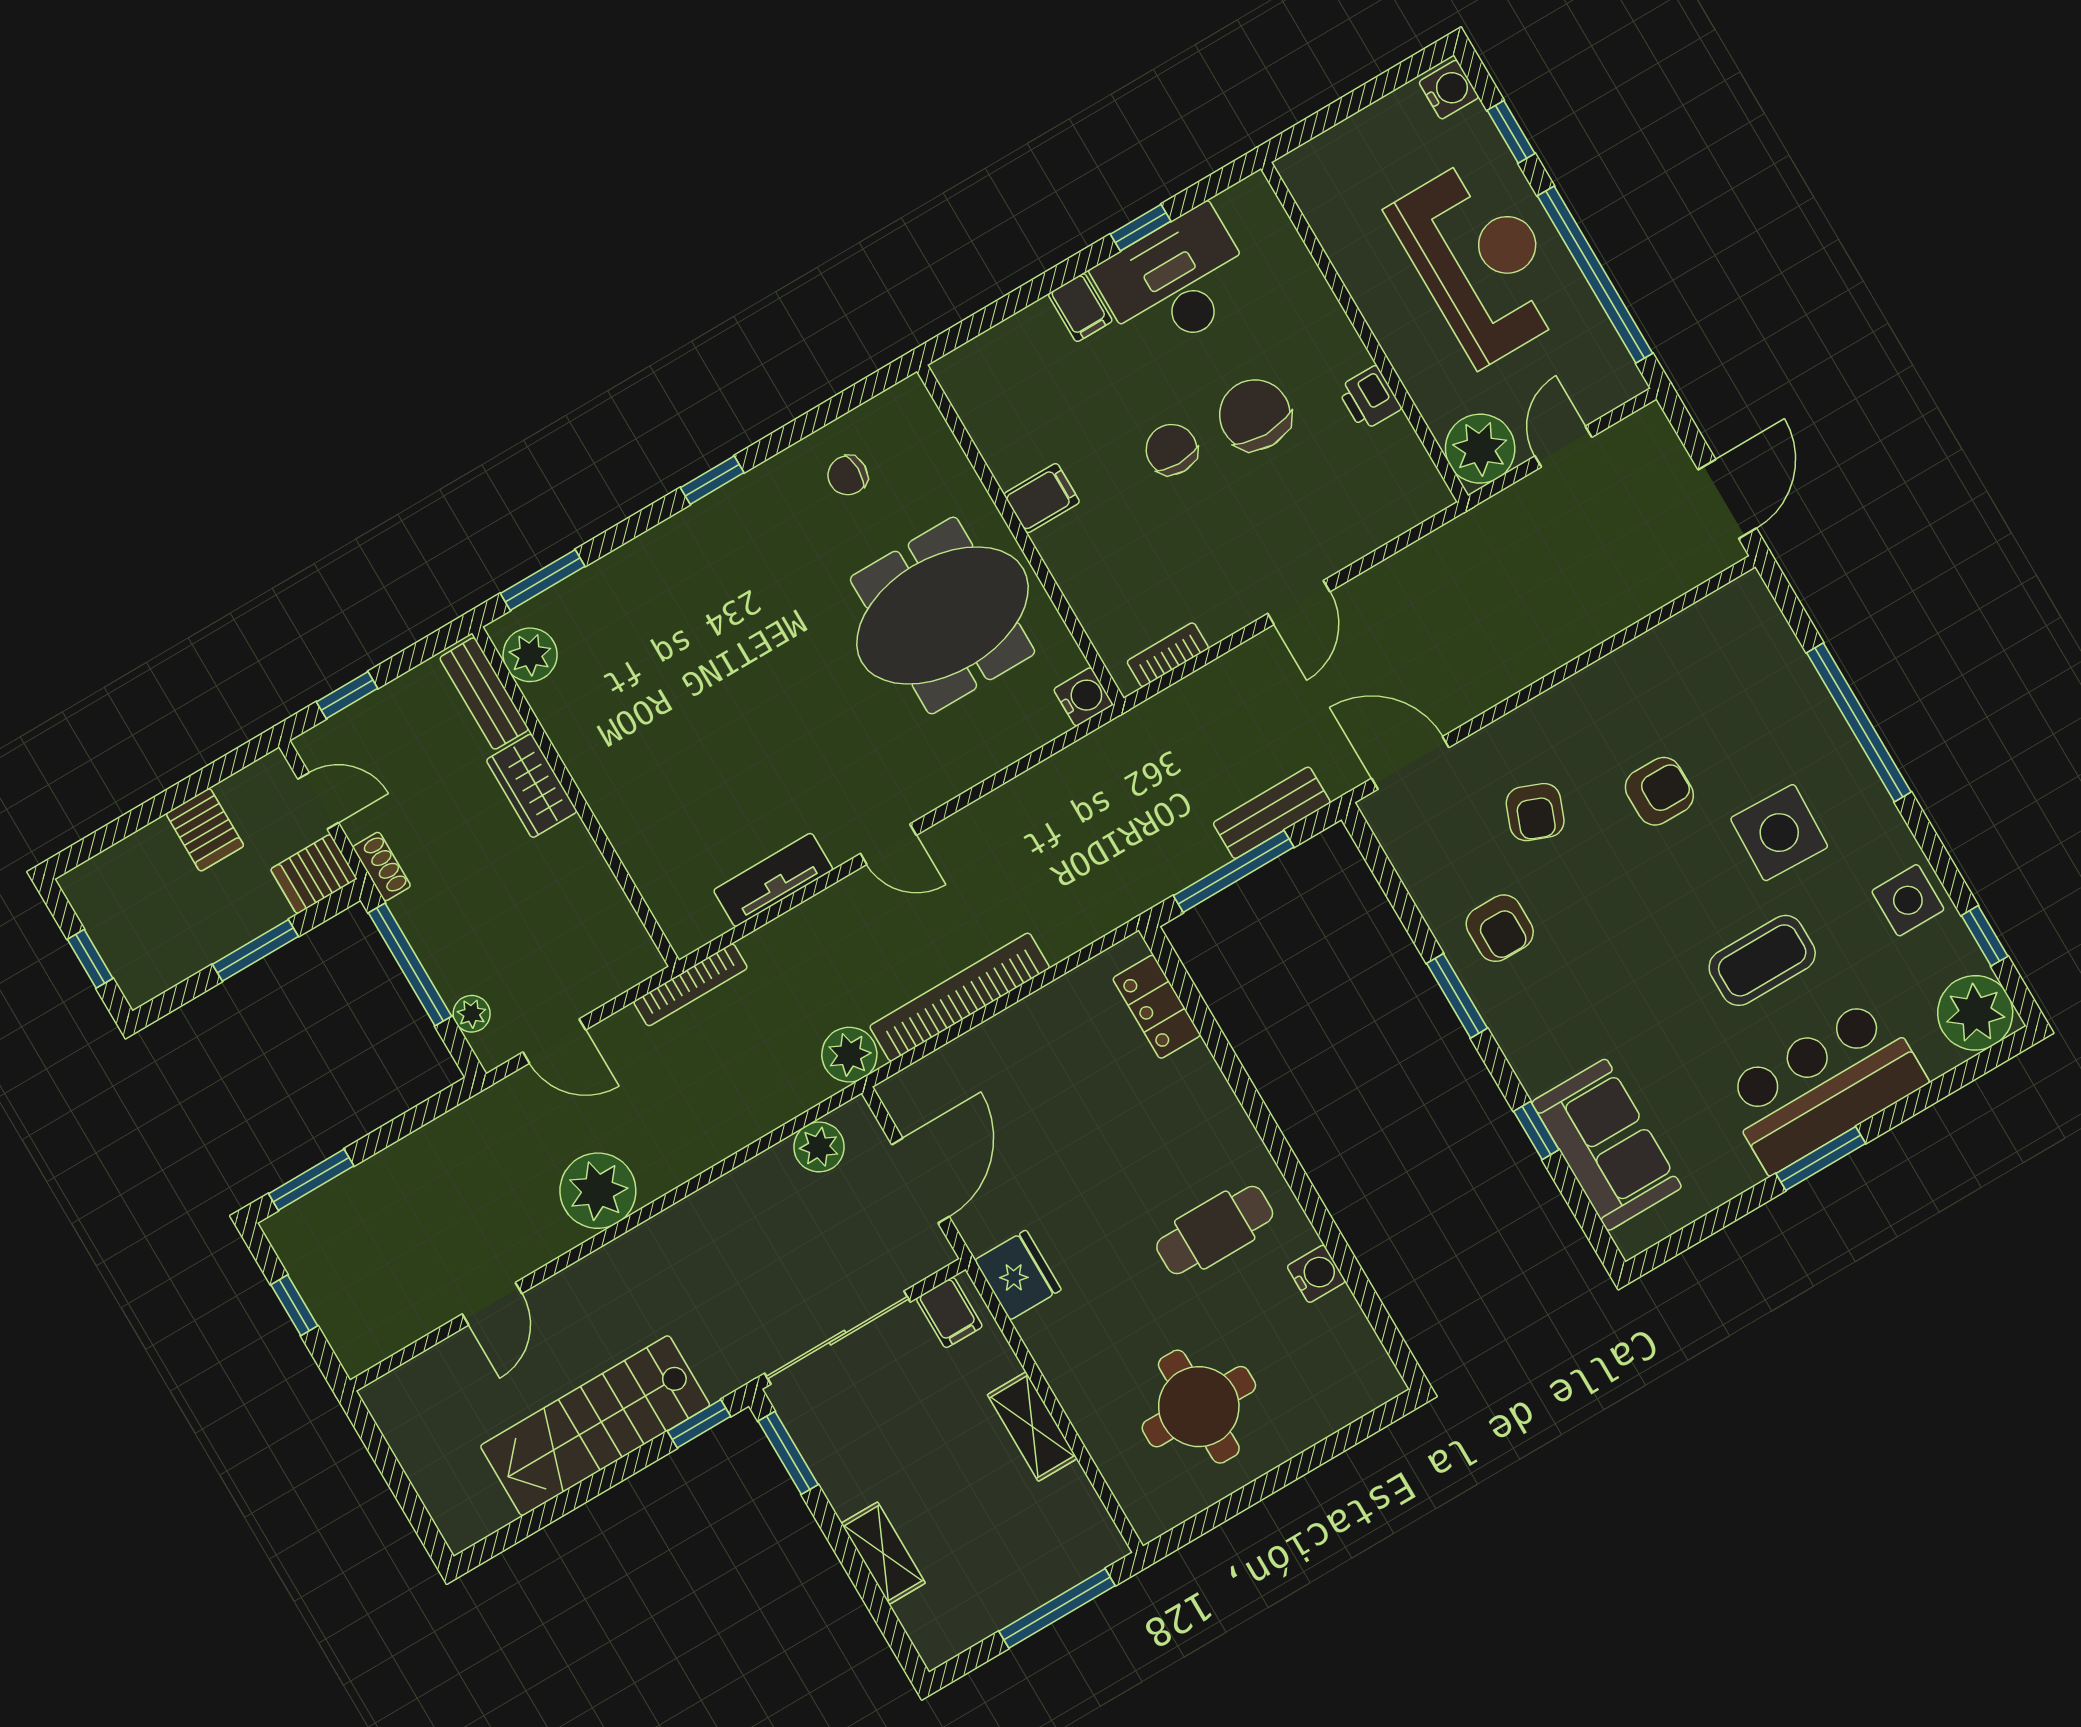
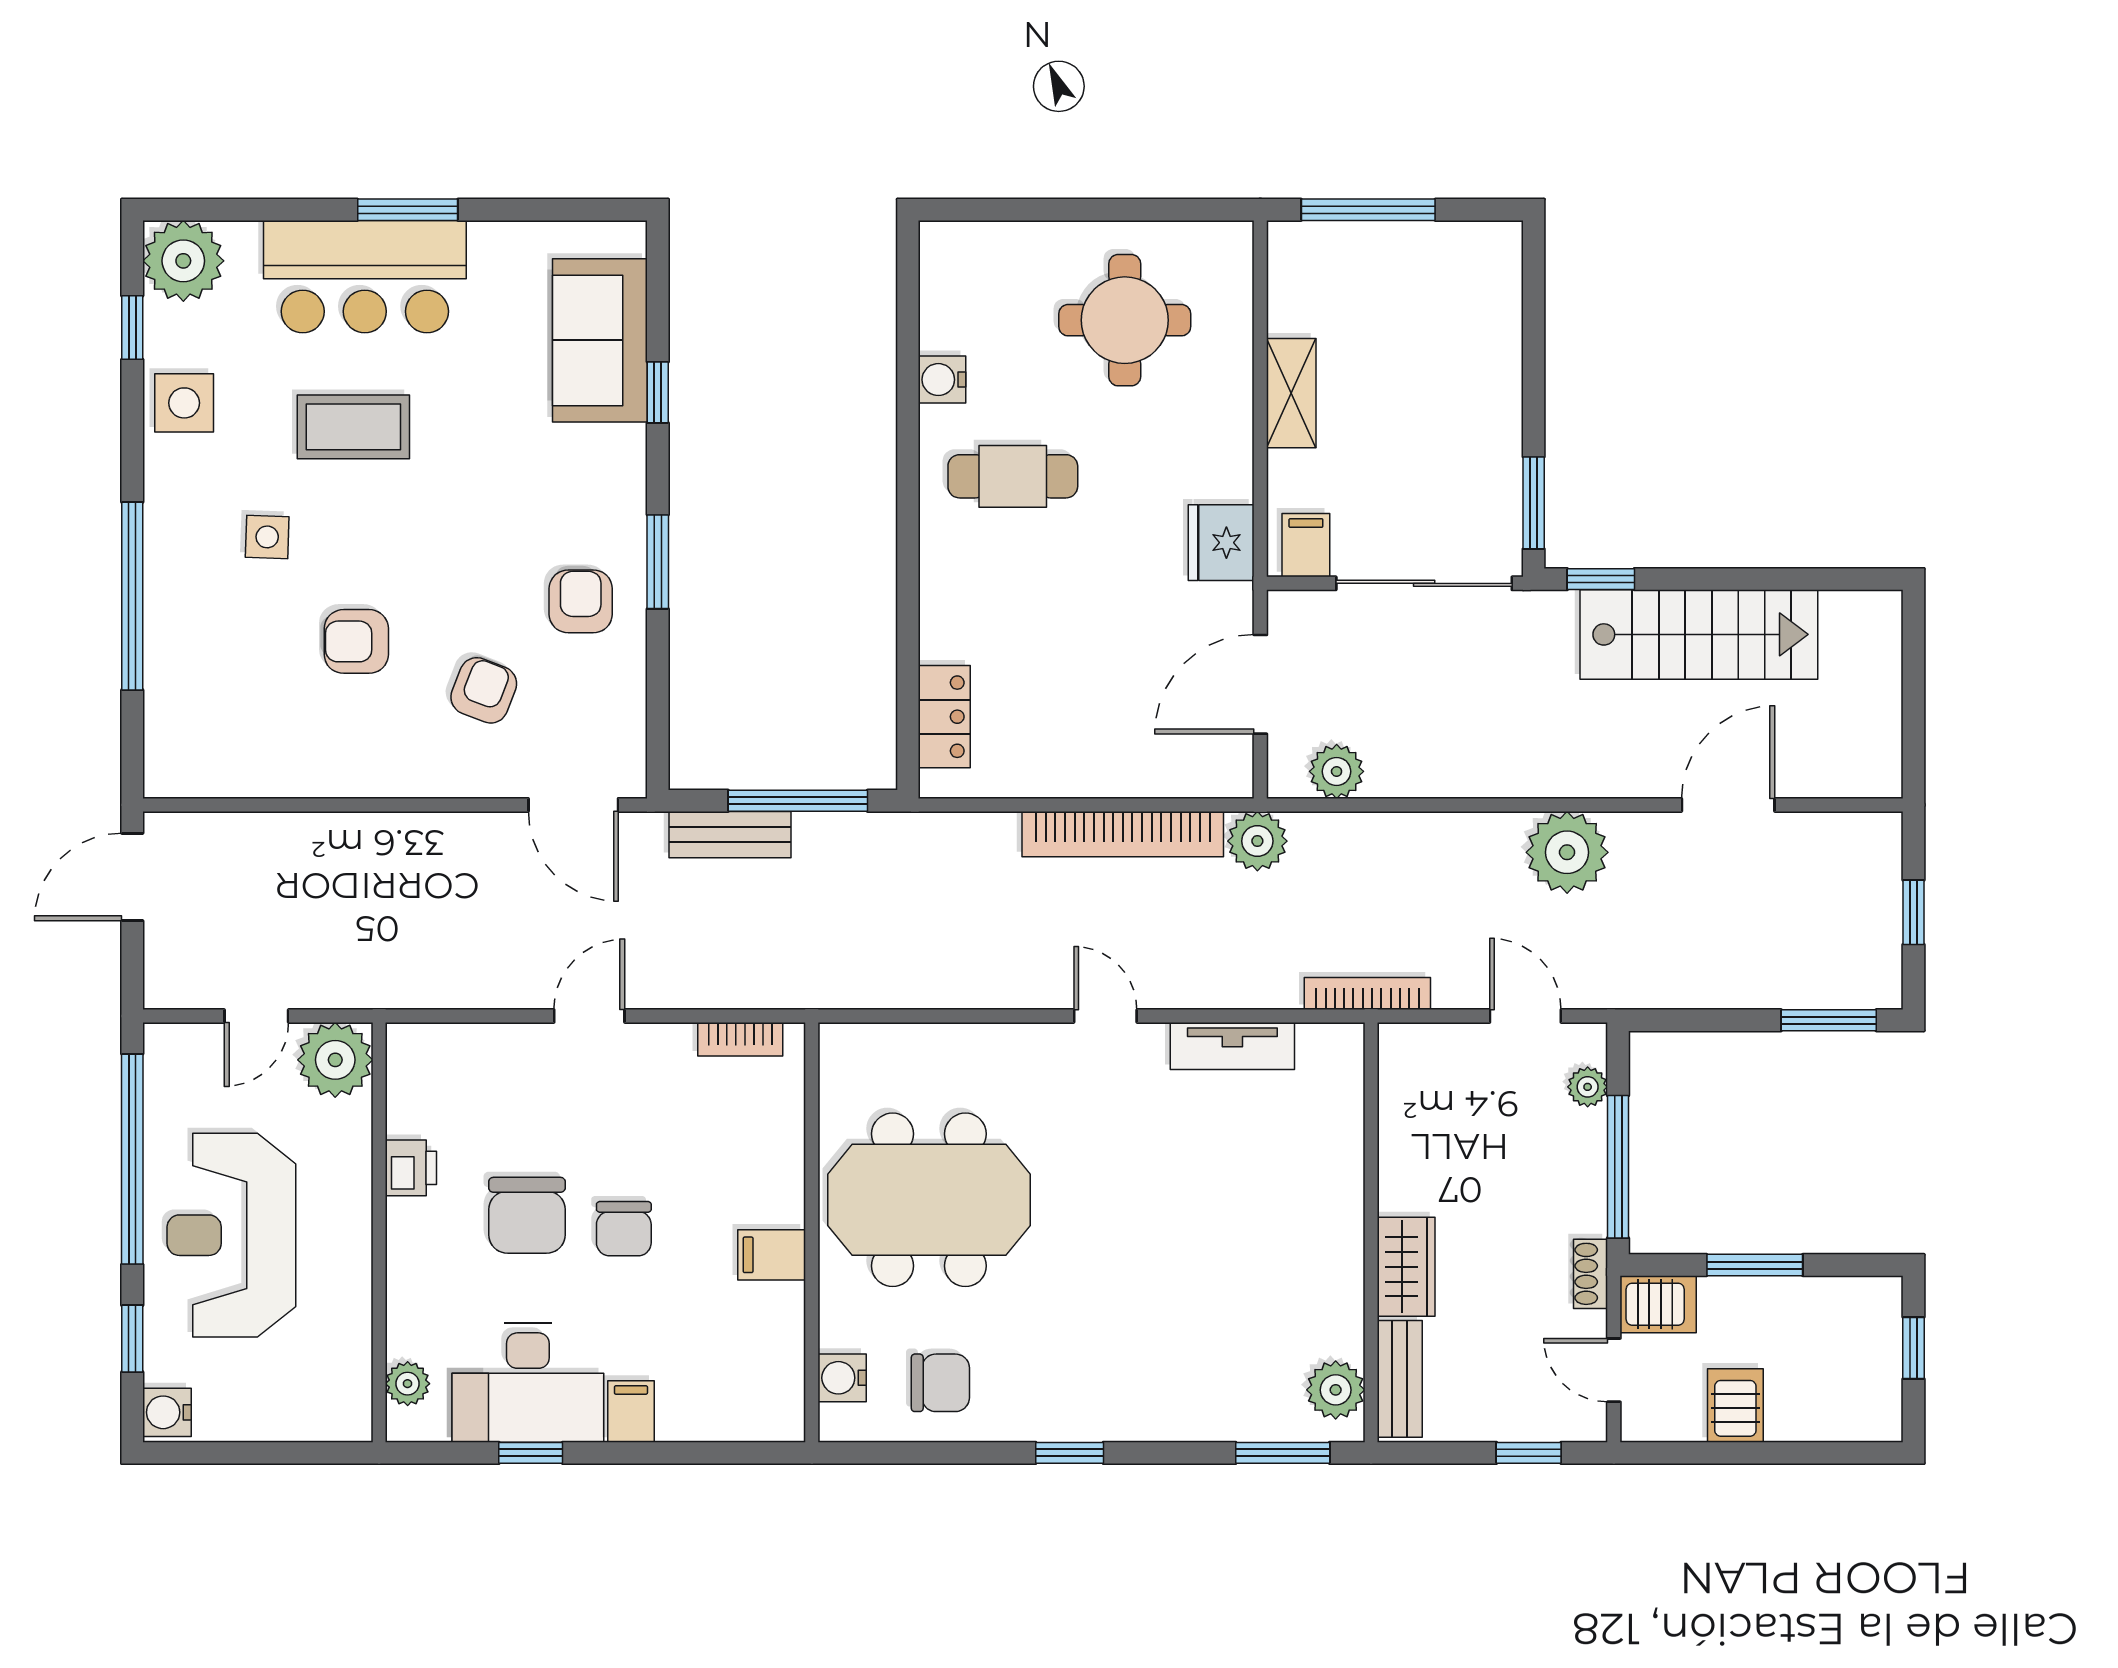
plant: (1271, 225) -> (408, 1384), added
chair: (848, 475) -> (940, 1383), width x1.37, depth x1.37
water cooler: (1083, 697) -> (842, 1378), moved
side table: (1779, 833) -> (267, 537), width x0.54, depth x0.54
door: (492, 1304) -> (1728, 805), width x1.38
shelving: (883, 1553) -> (1500, 357), removed

